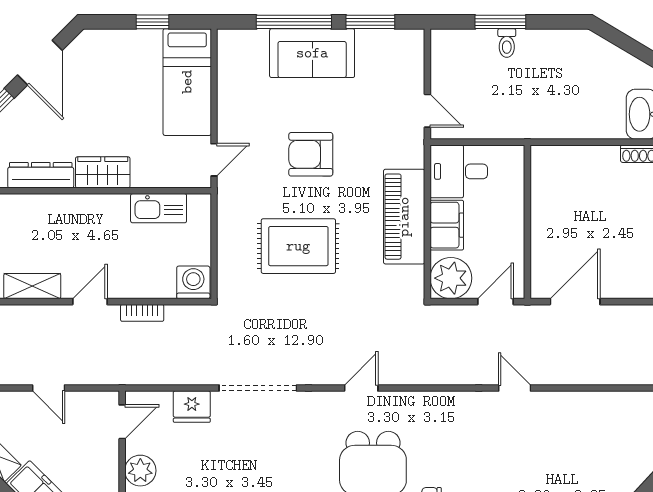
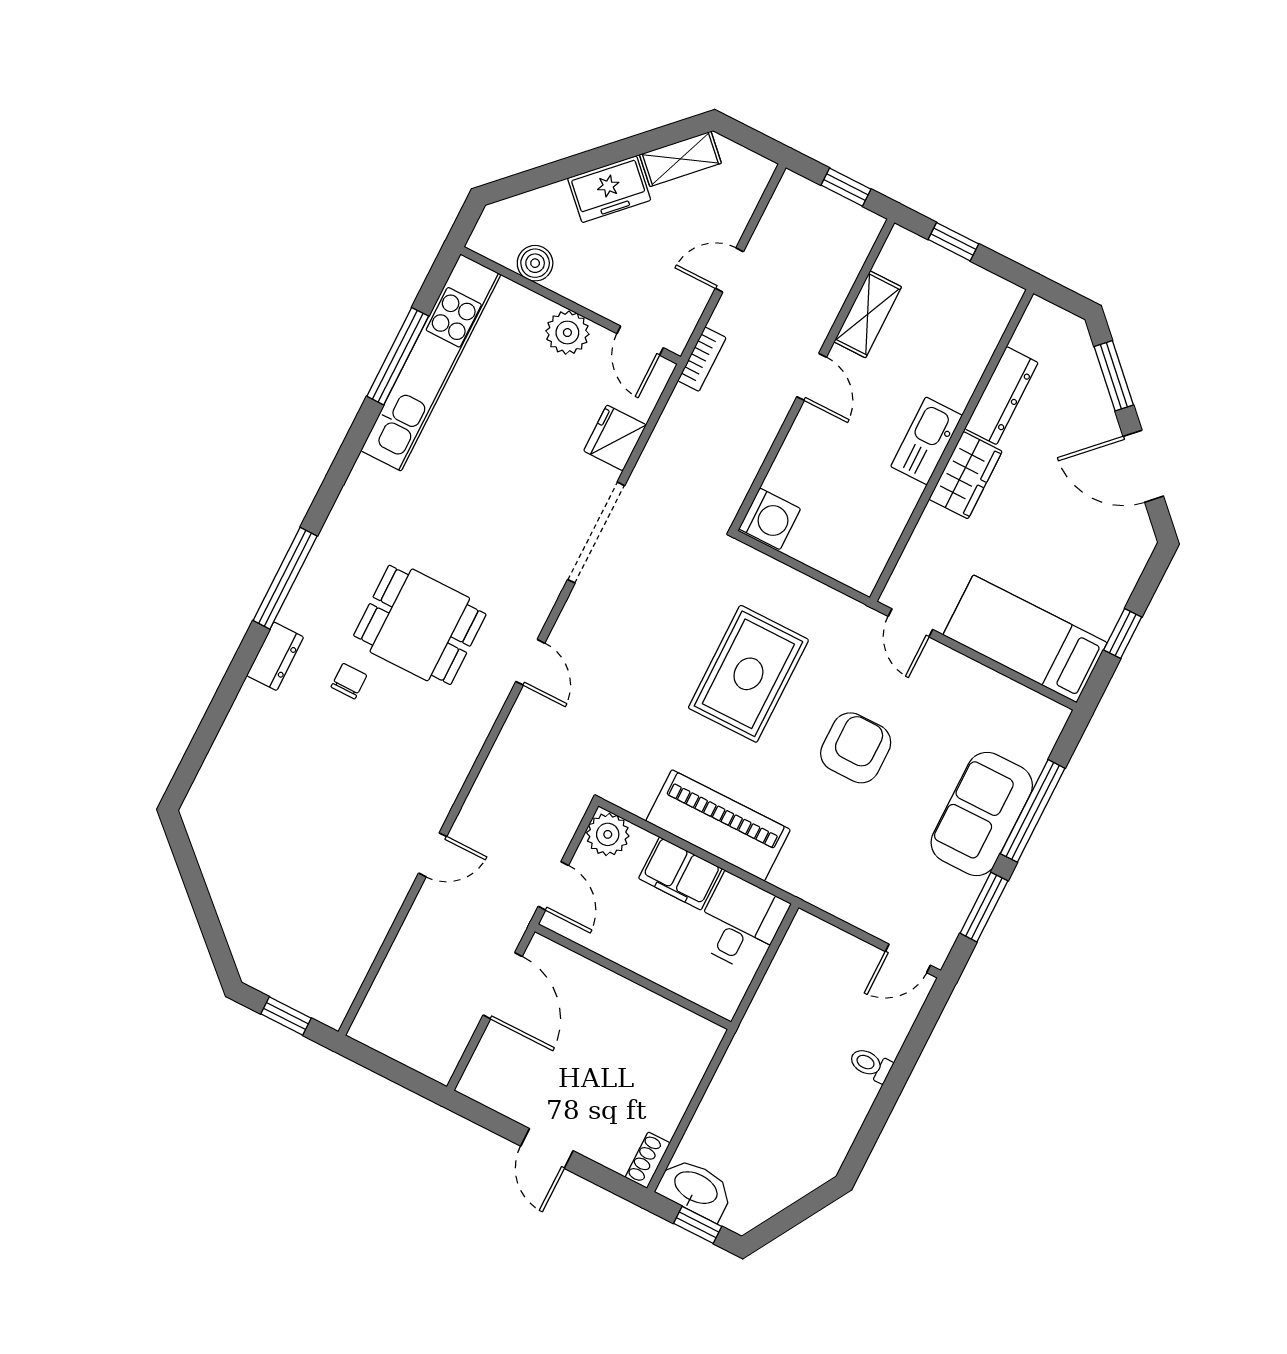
window: (500, 22) -> (901, 1070), removed
door: (427, 111) -> (908, 958), moved
kitchen sink: (159, 208) -> (926, 441), moved
plant: (451, 278) -> (608, 834), width x0.73, depth x0.73
bookcase: (142, 313) -> (702, 359), moved, turned 180

